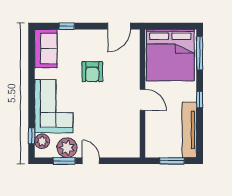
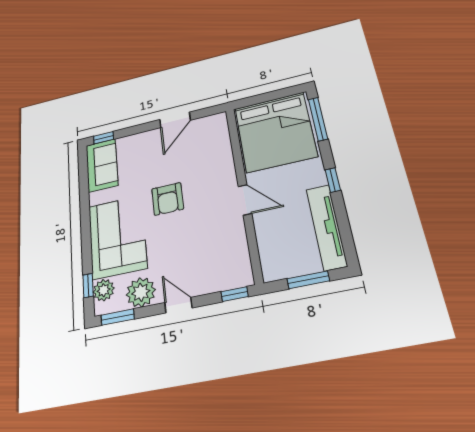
window: (67, 26) -> (104, 138), moved
door: (119, 26) -> (175, 120), moved
armchair: (92, 72) -> (168, 199), moved
window: (64, 161) -> (118, 317), moved
window: (127, 161) -> (235, 294), added

